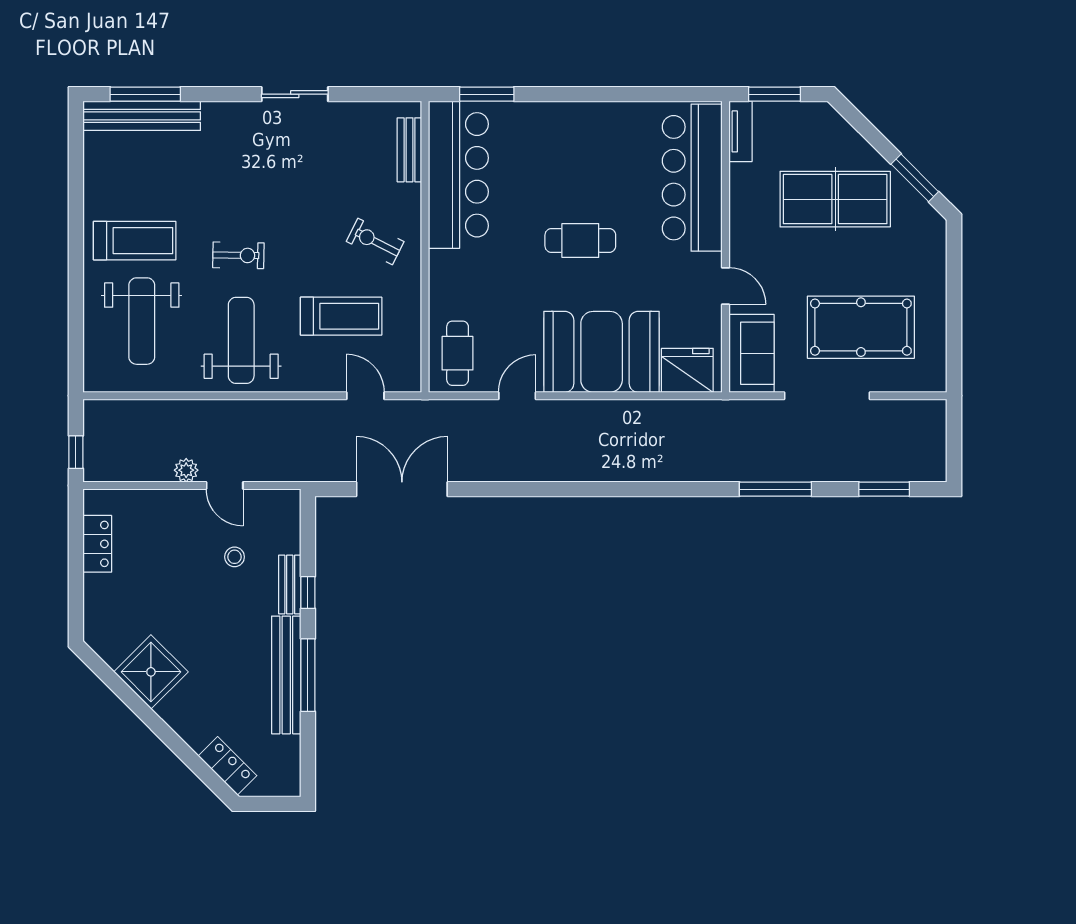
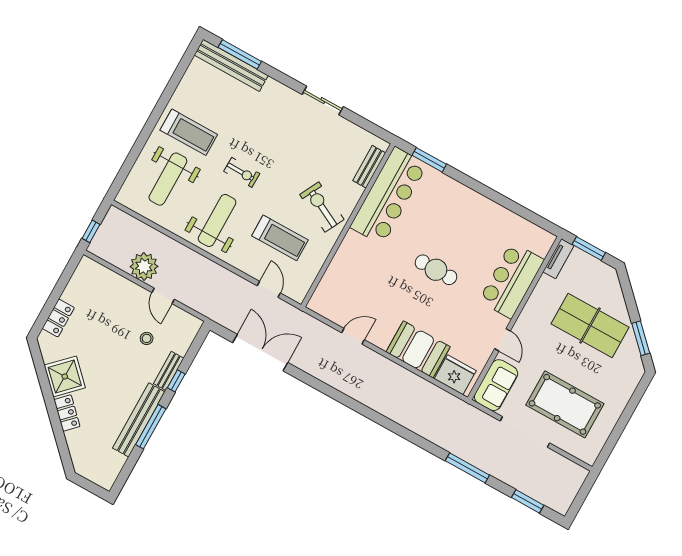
bar counter: (692, 178) -> (511, 280), width x0.73
exercise bike: (375, 241) -> (322, 207), width x1.38, depth x1.39
booth: (602, 352) -> (418, 349), width x0.73, depth x0.70
cafe table: (458, 353) -> (333, 294), removed
plant: (186, 470) -> (144, 266), width x1.88, depth x1.88
locker: (97, 544) -> (58, 318), moved
locker: (227, 766) -> (67, 413), moved

